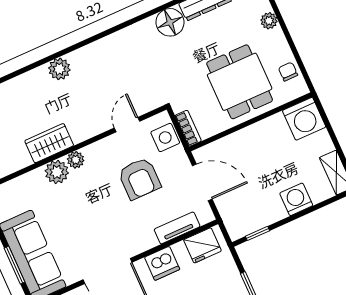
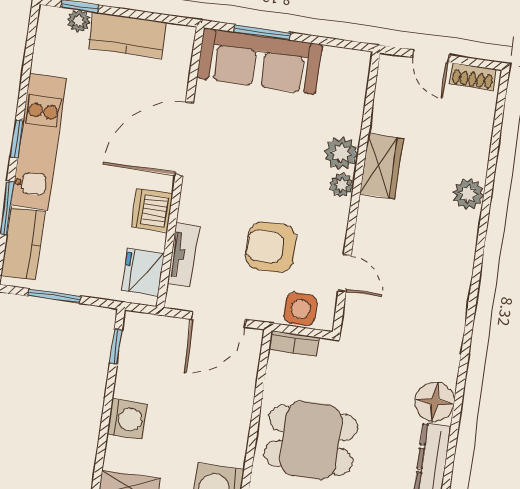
plant: (59, 69) -> (468, 194), moved

